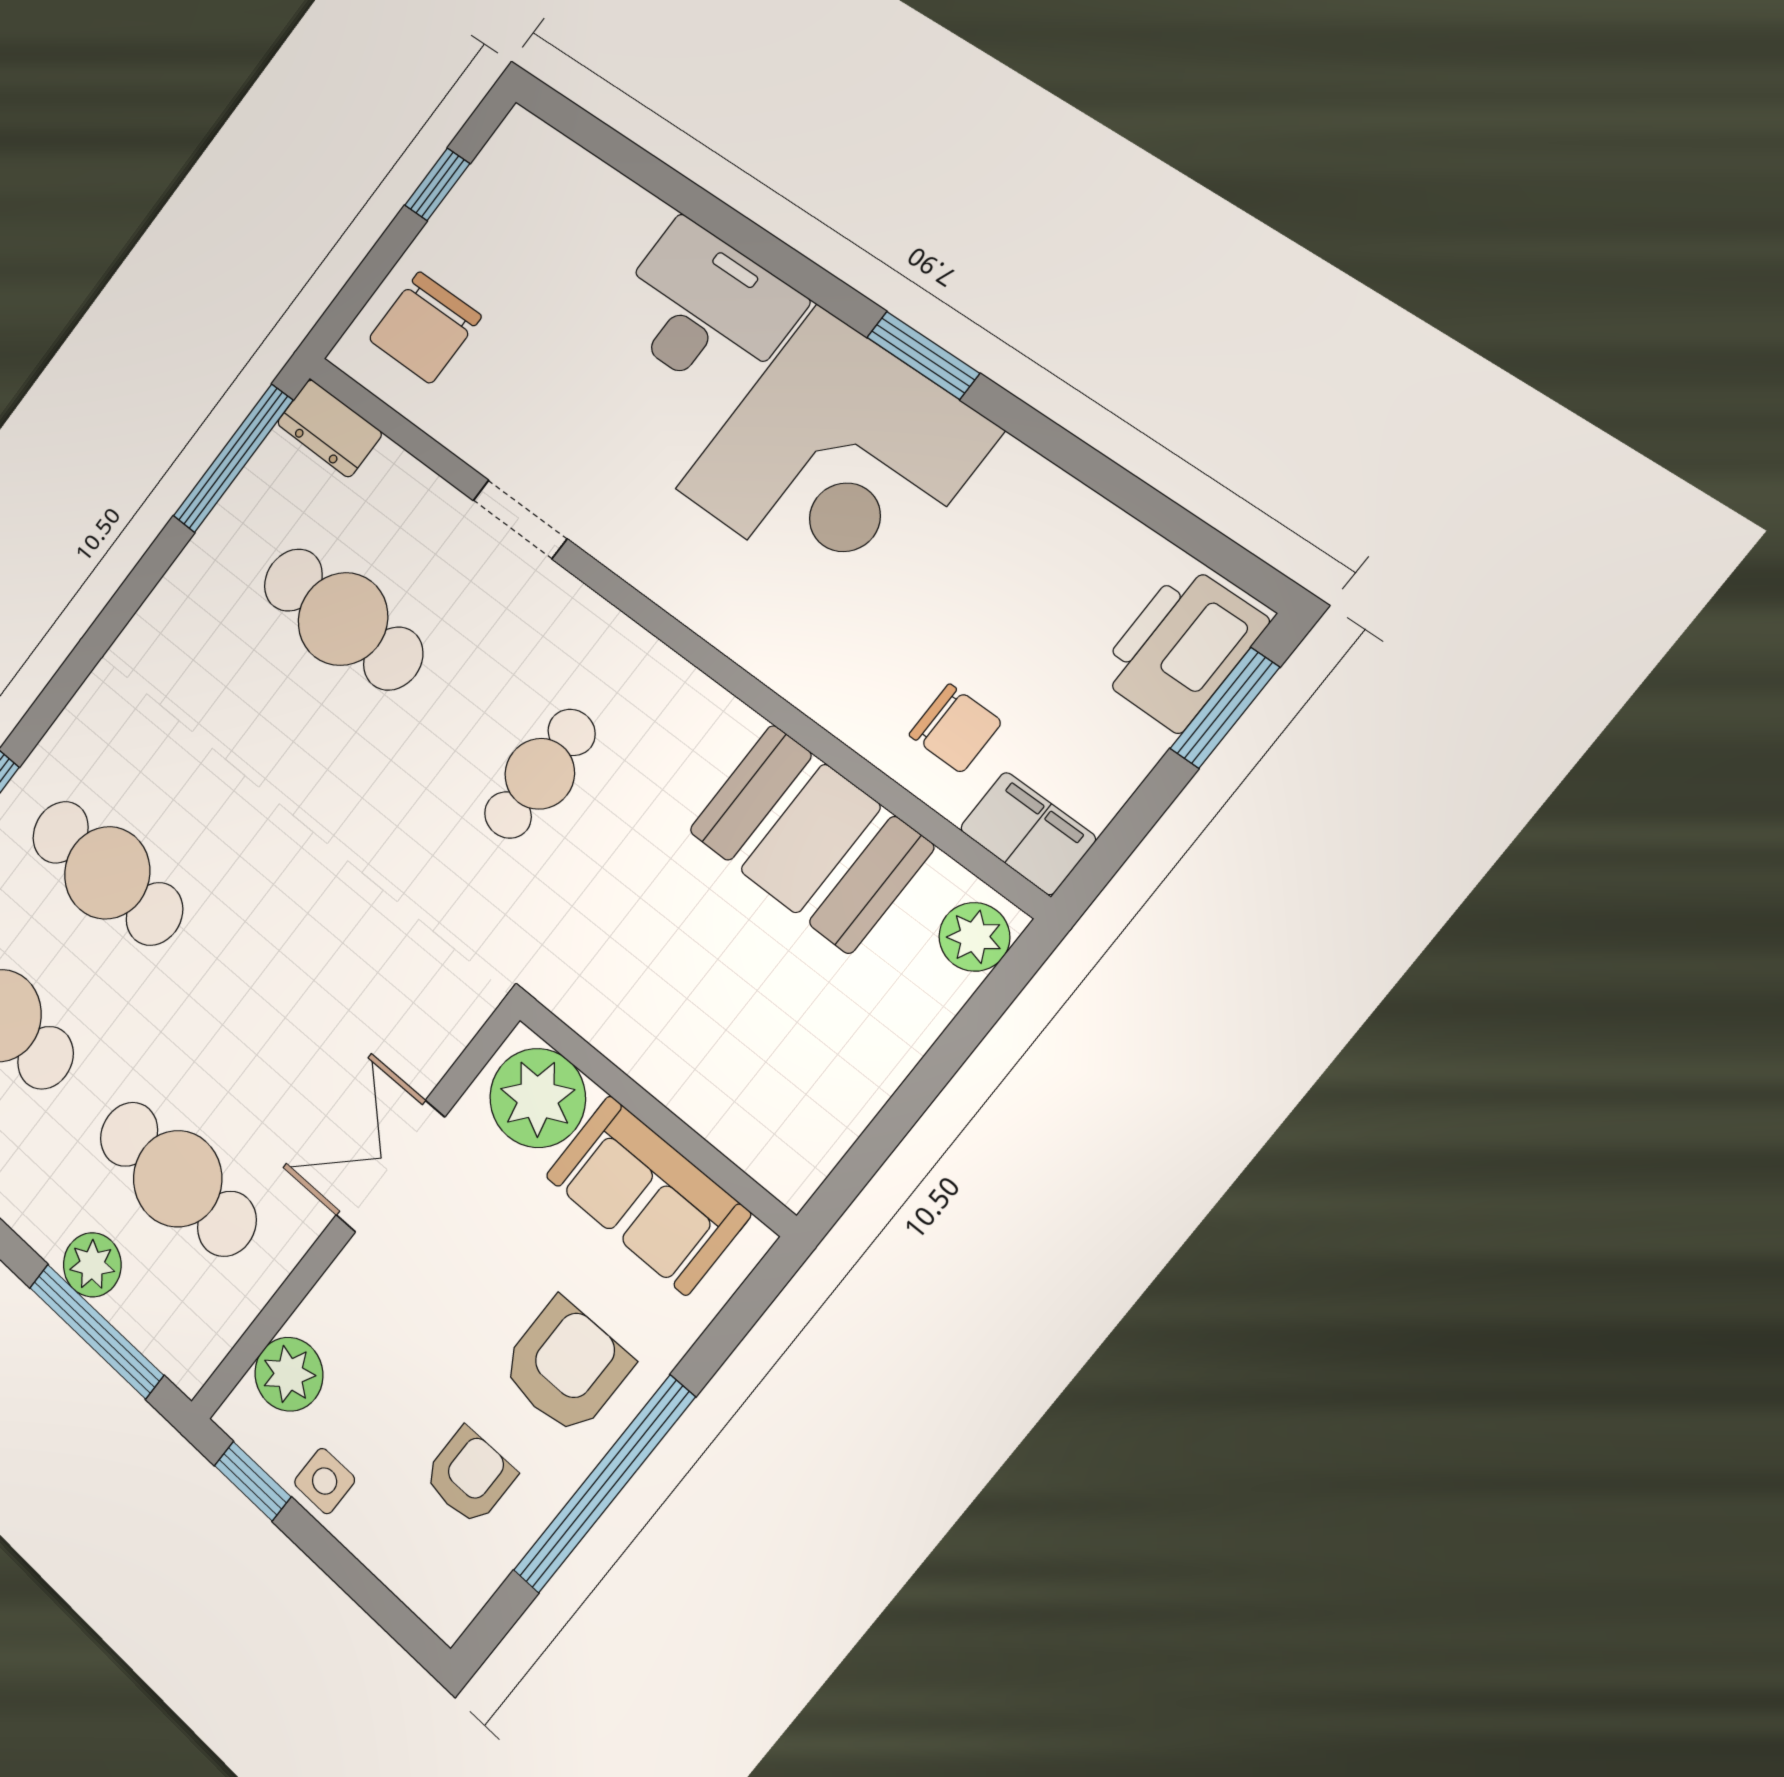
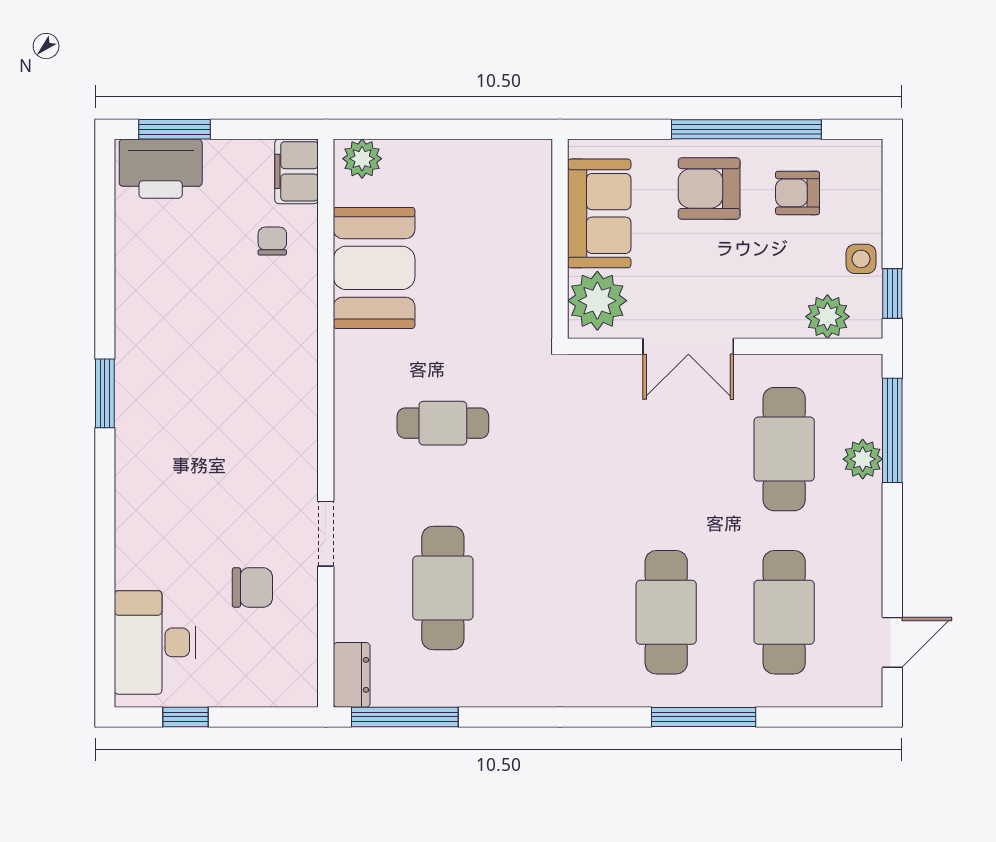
desk: (705, 310) -> (155, 642), moved
chair: (425, 328) -> (252, 587), moved, width x0.73, depth x0.73
corner desk: (837, 460) -> (184, 396), removed
chair: (955, 728) -> (272, 241), width x0.73, depth x0.73

